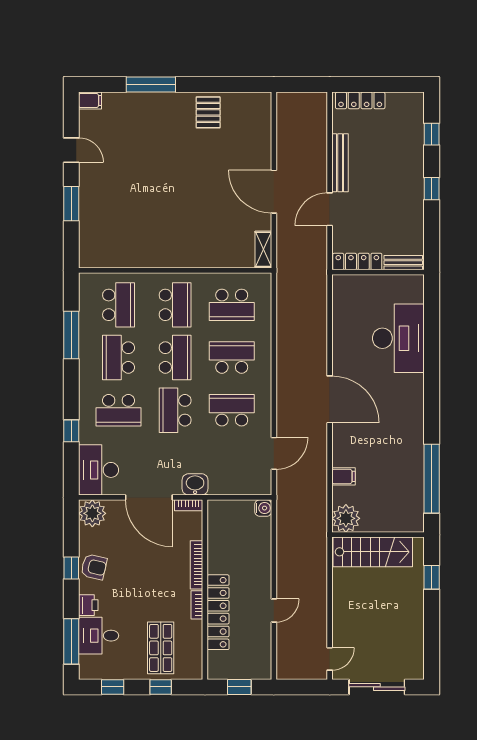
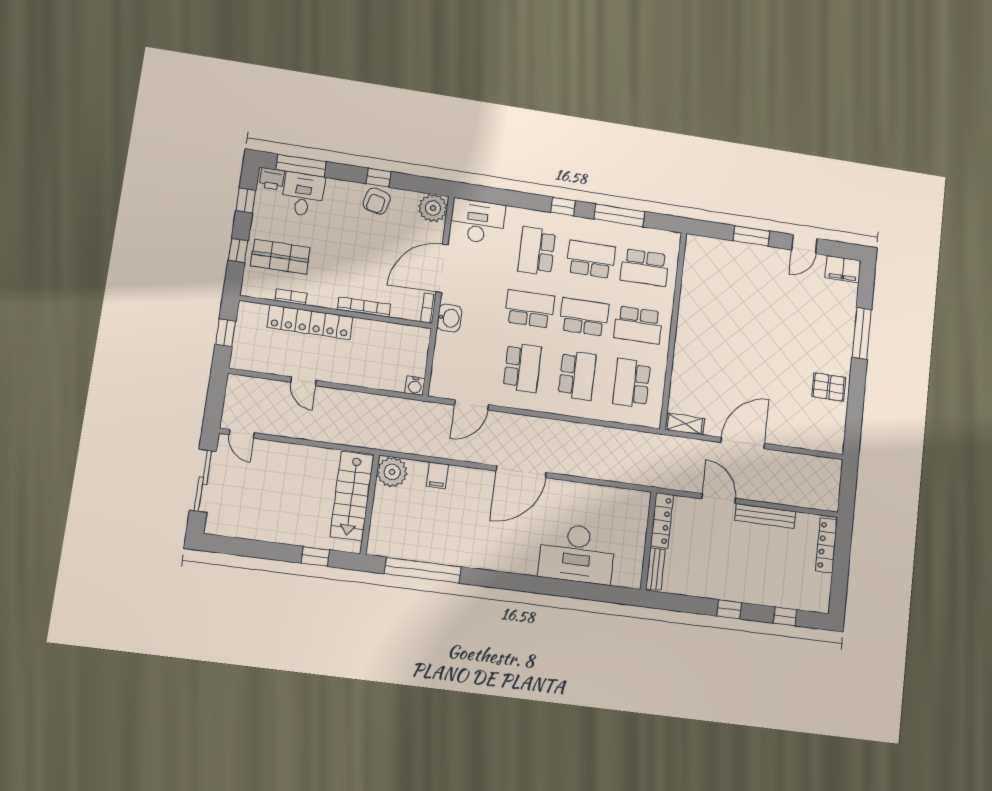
filing cabinet: (90, 101) -> (843, 269), width x2.00
school desk: (175, 358) -> (584, 317), turned 180
window: (71, 431) -> (563, 207), moved
door: (274, 453) -> (471, 405), hinge flipped
printer: (88, 605) -> (272, 179), moved
bookcase: (197, 605) -> (291, 297), moved

